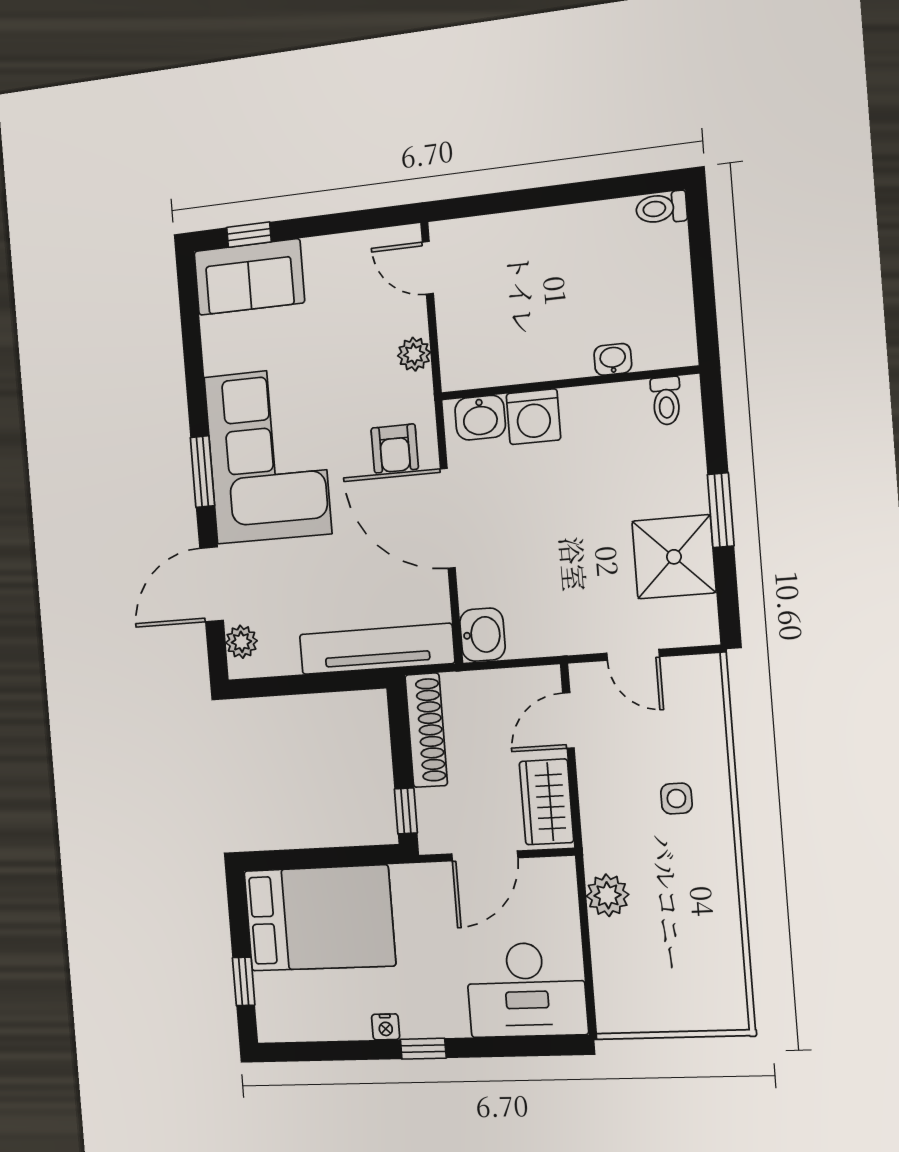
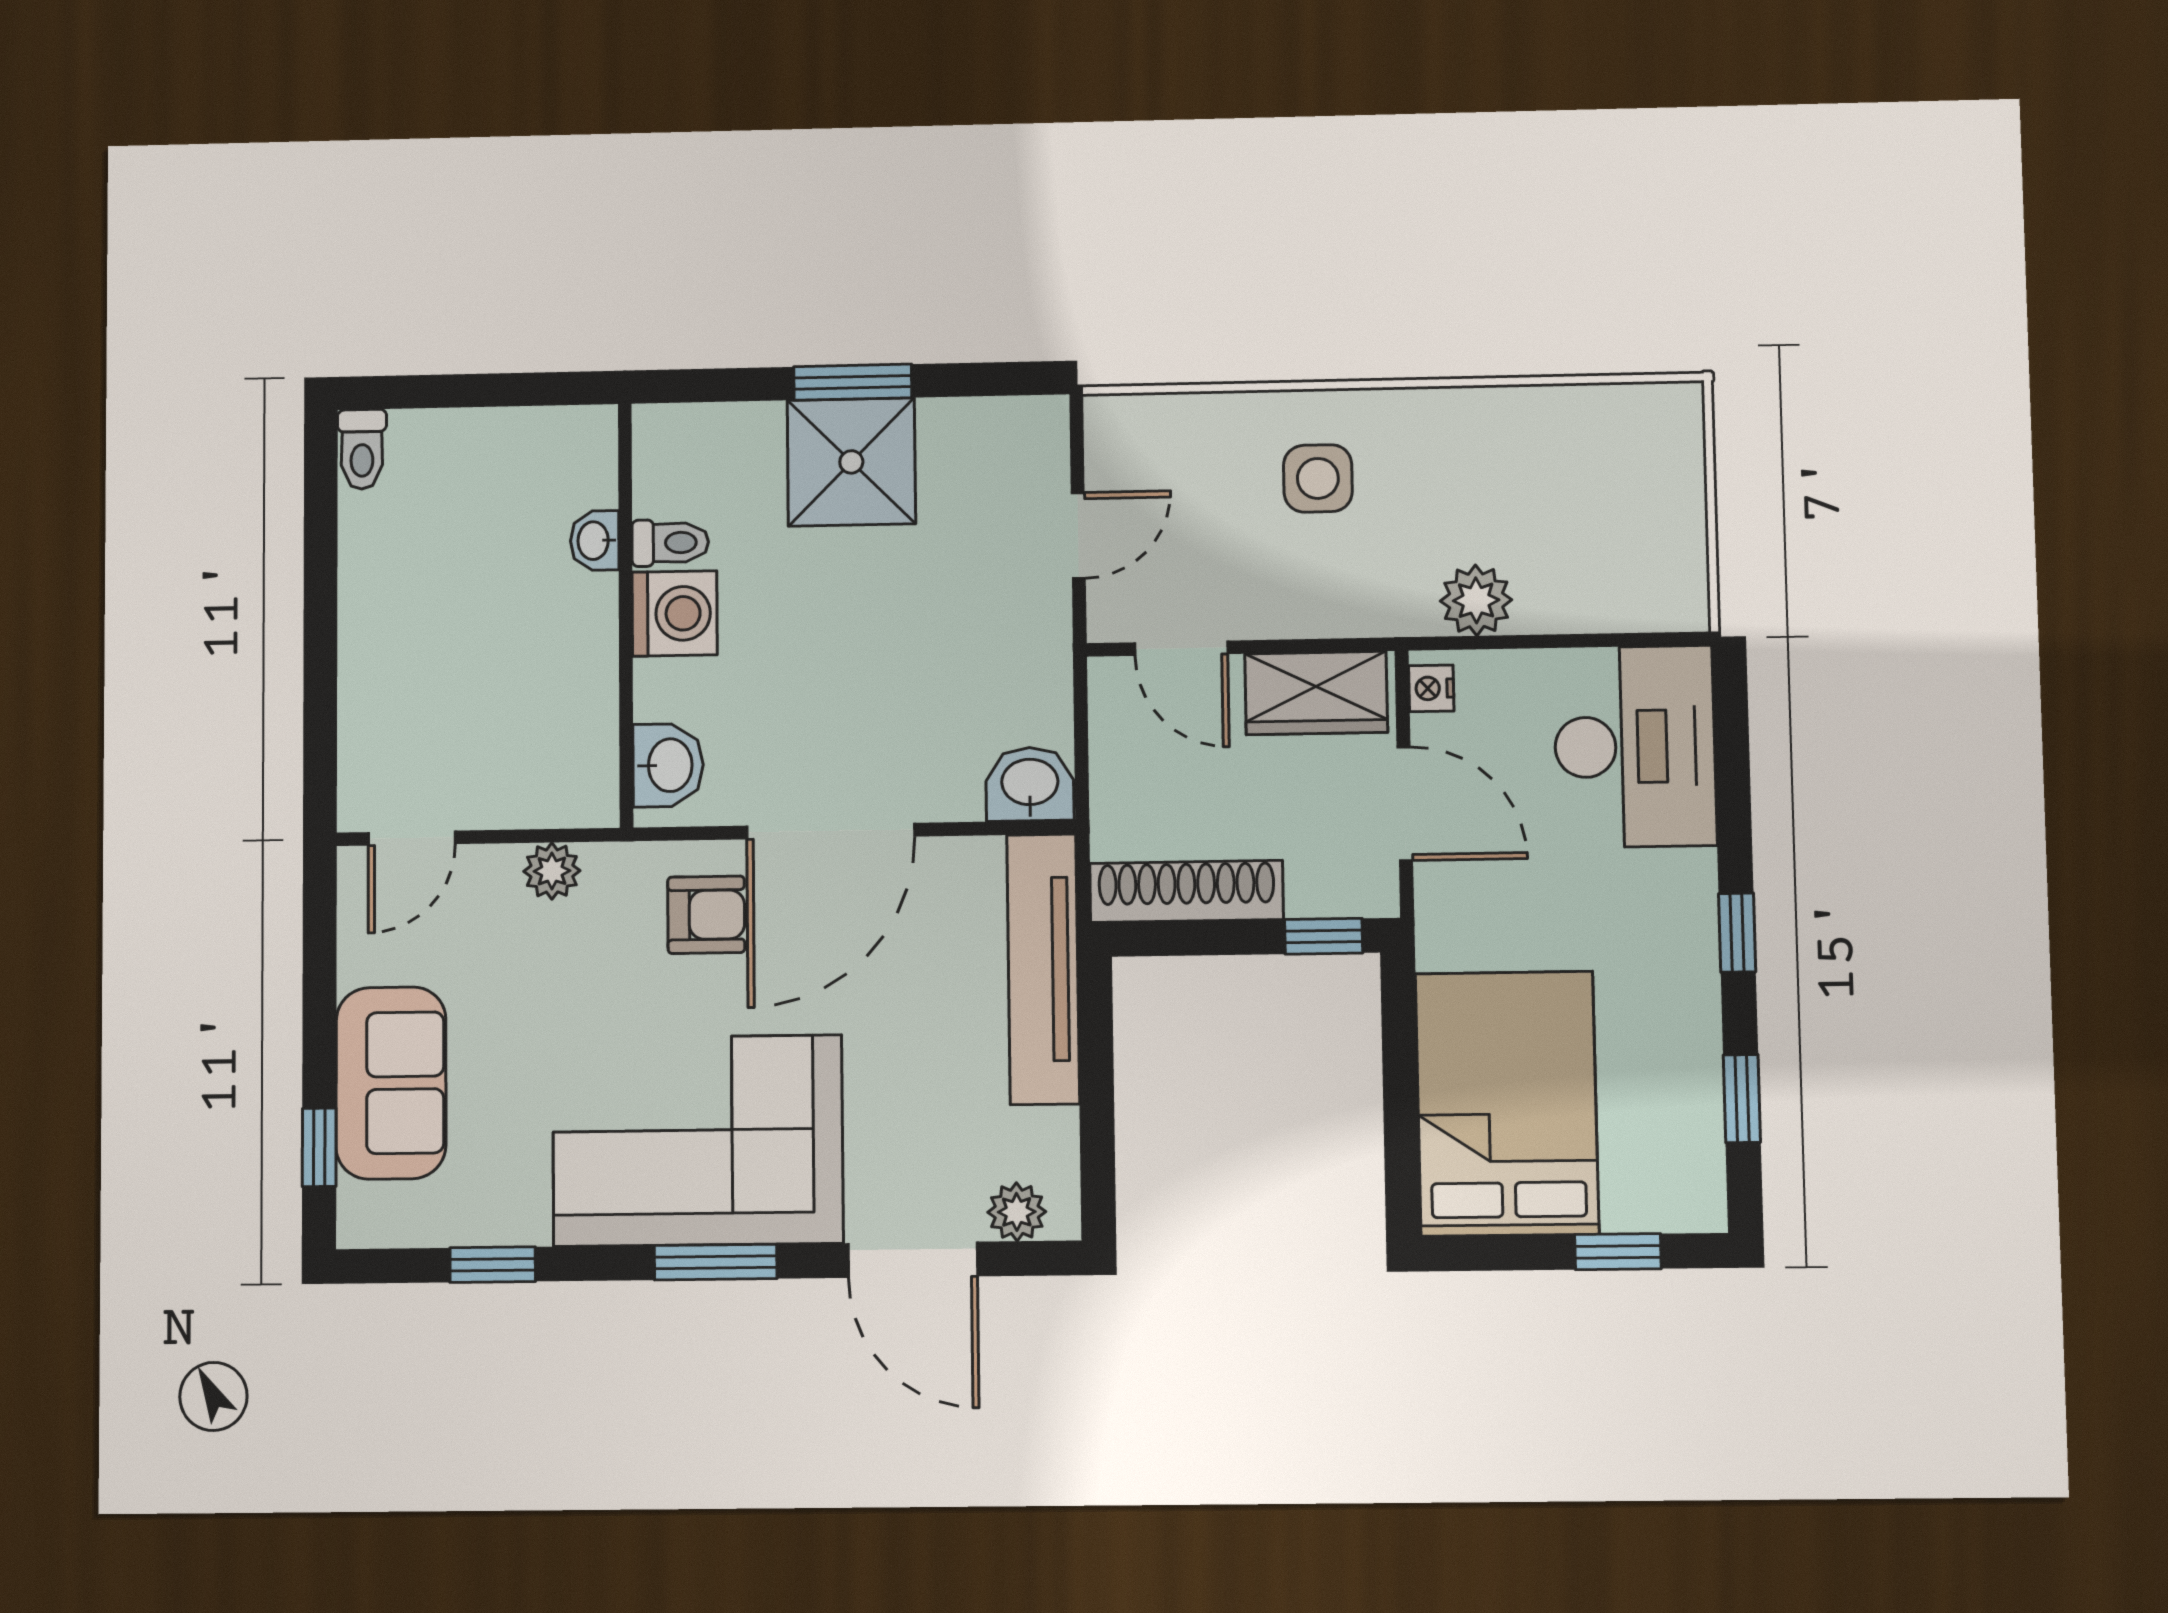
sofa: (249, 277) -> (391, 1083), moved
window: (192, 343) -> (493, 1265), added
toilet: (666, 401) -> (670, 543), moved
washing machine: (533, 417) -> (675, 613), moved
shower: (674, 557) -> (851, 462), moved
side table: (676, 799) -> (1318, 478), width x1.37, depth x1.37
nightstand: (386, 1027) -> (1431, 688), moved, turned 180
window: (331, 1051) -> (1742, 1099), added

